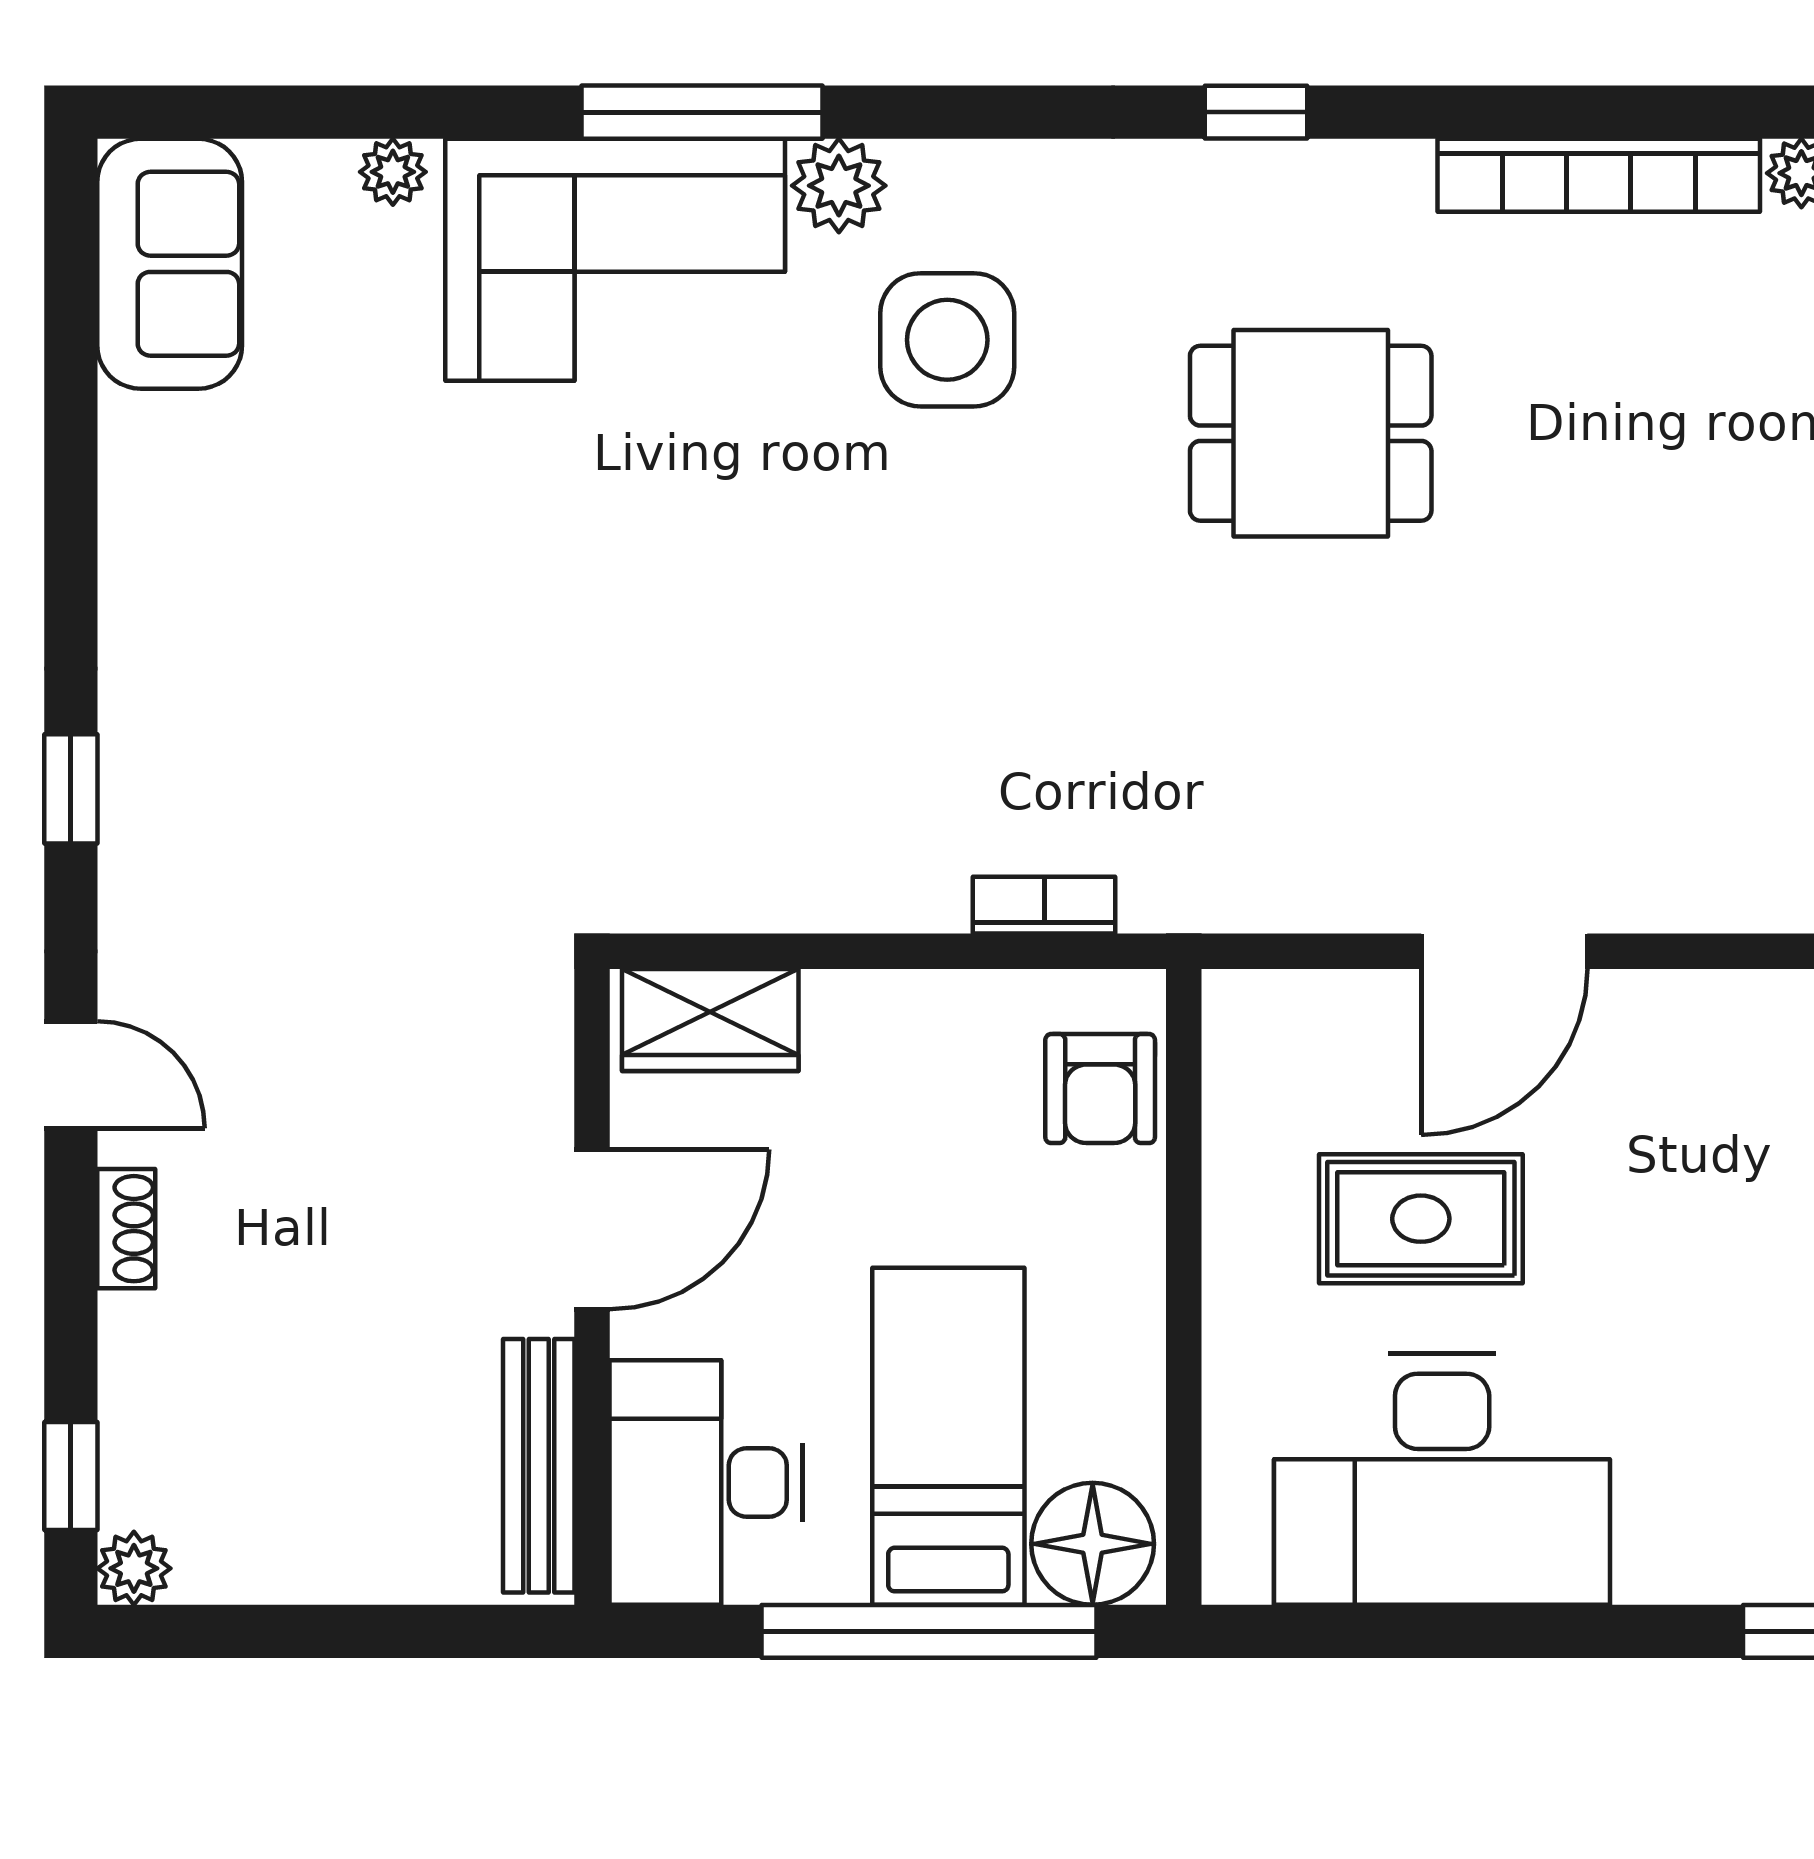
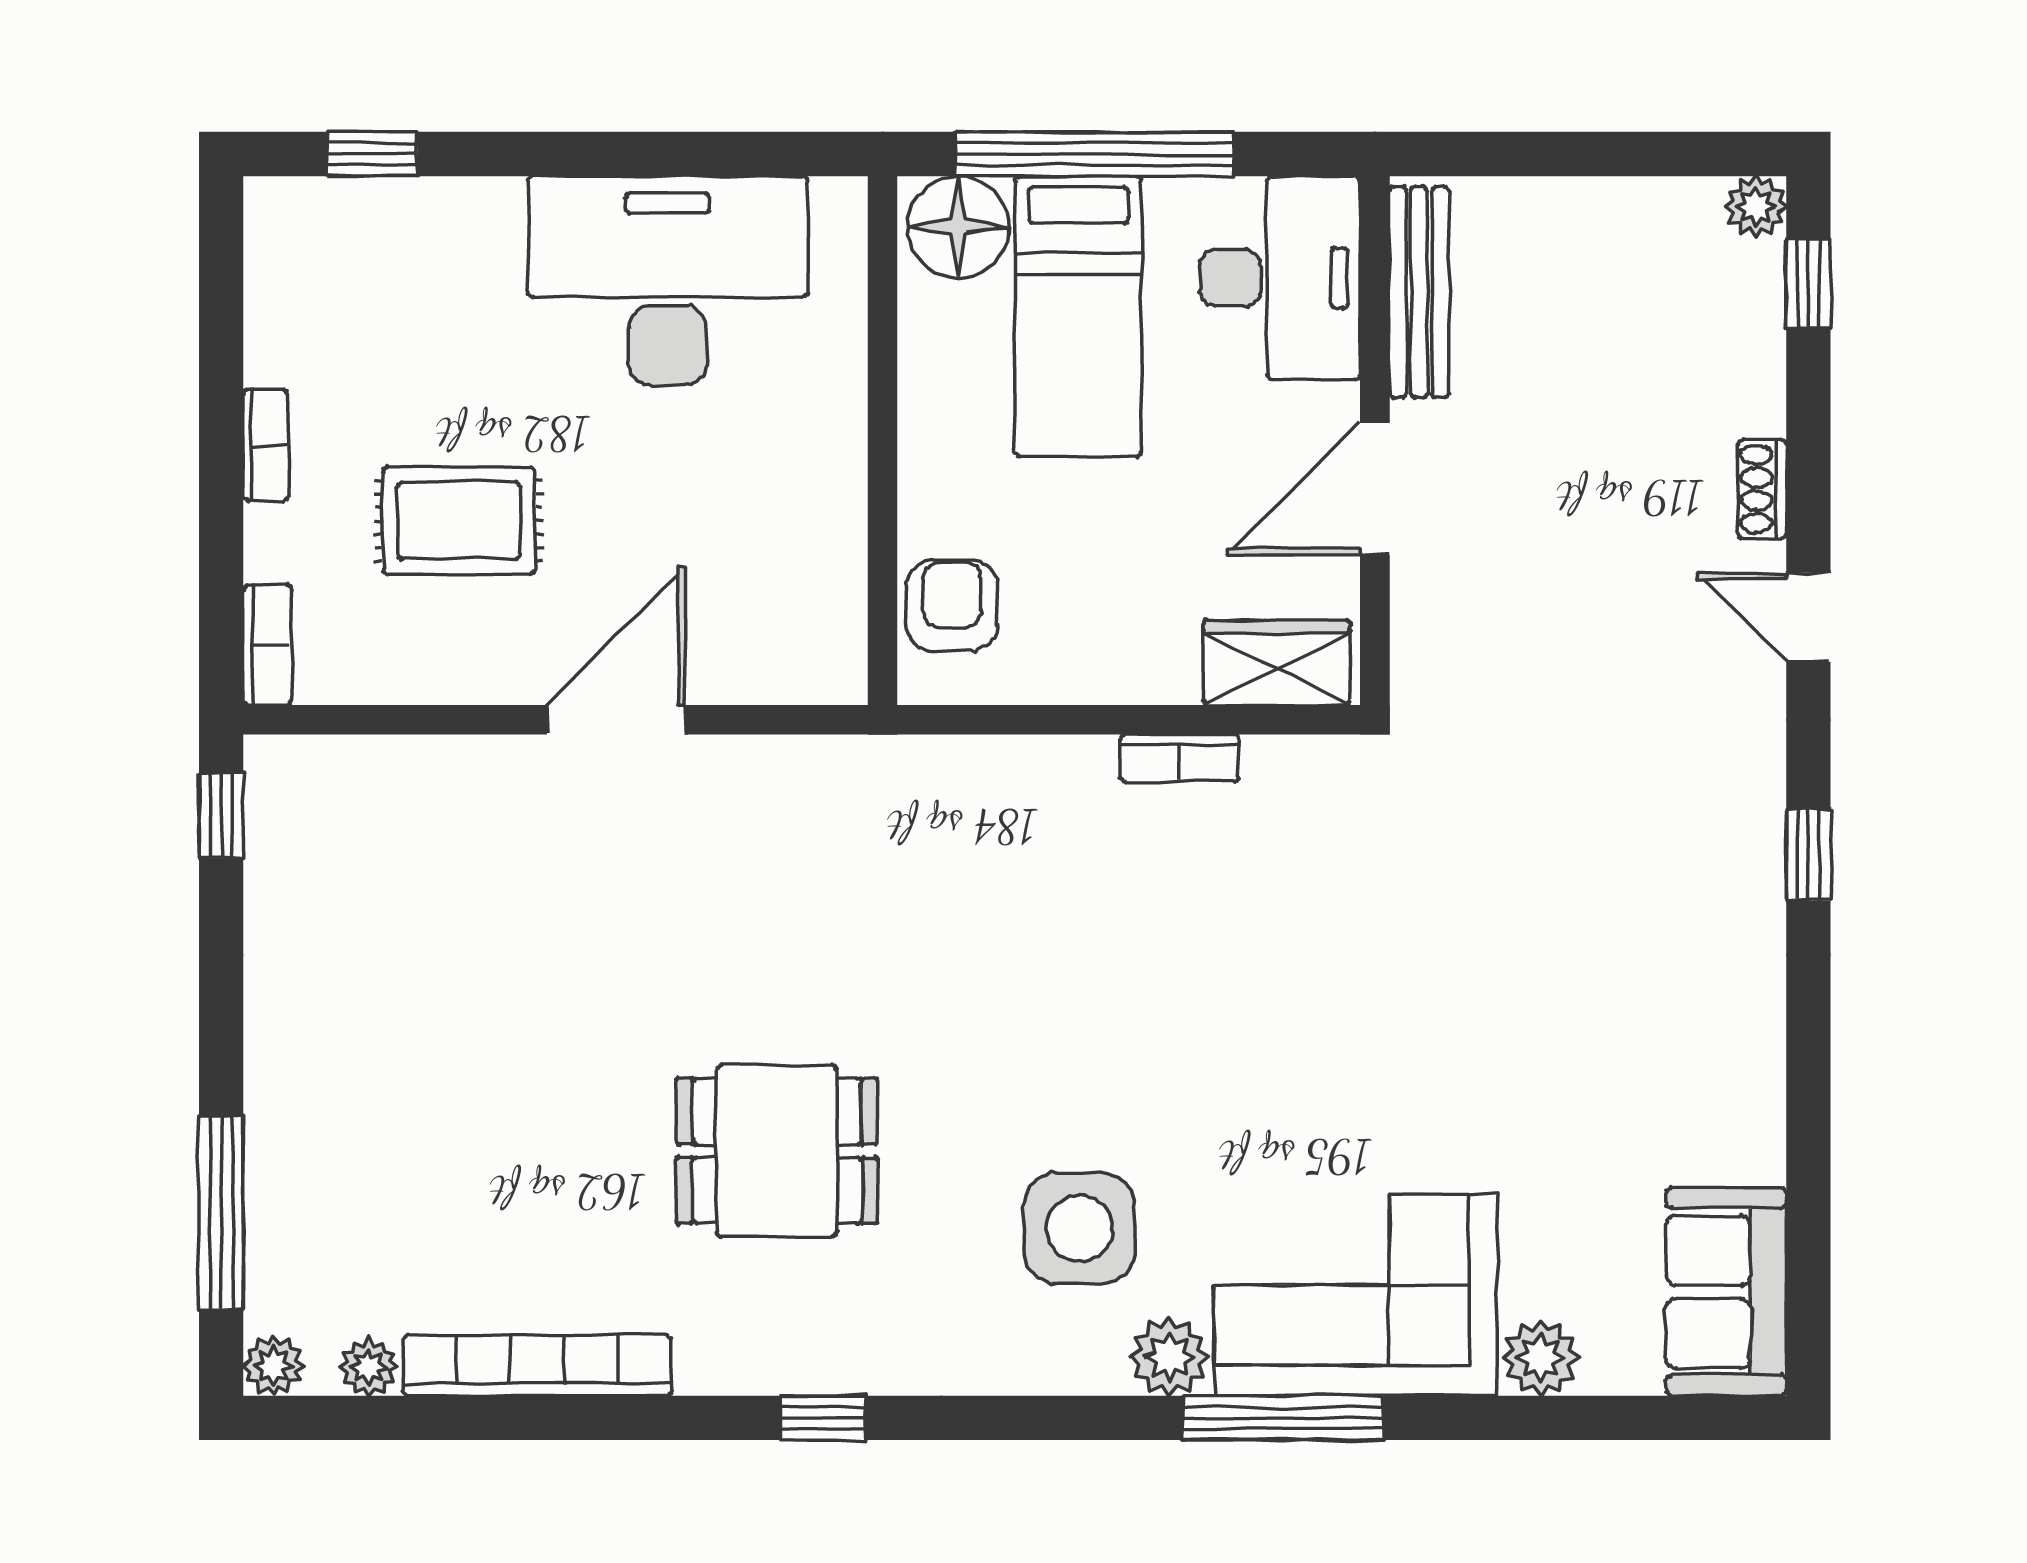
plant: (393, 172) -> (1540, 1358), width x1.38, depth x1.38
bookcase: (1044, 905) -> (1180, 758), moved
rug: (1421, 1219) -> (459, 521), moved

